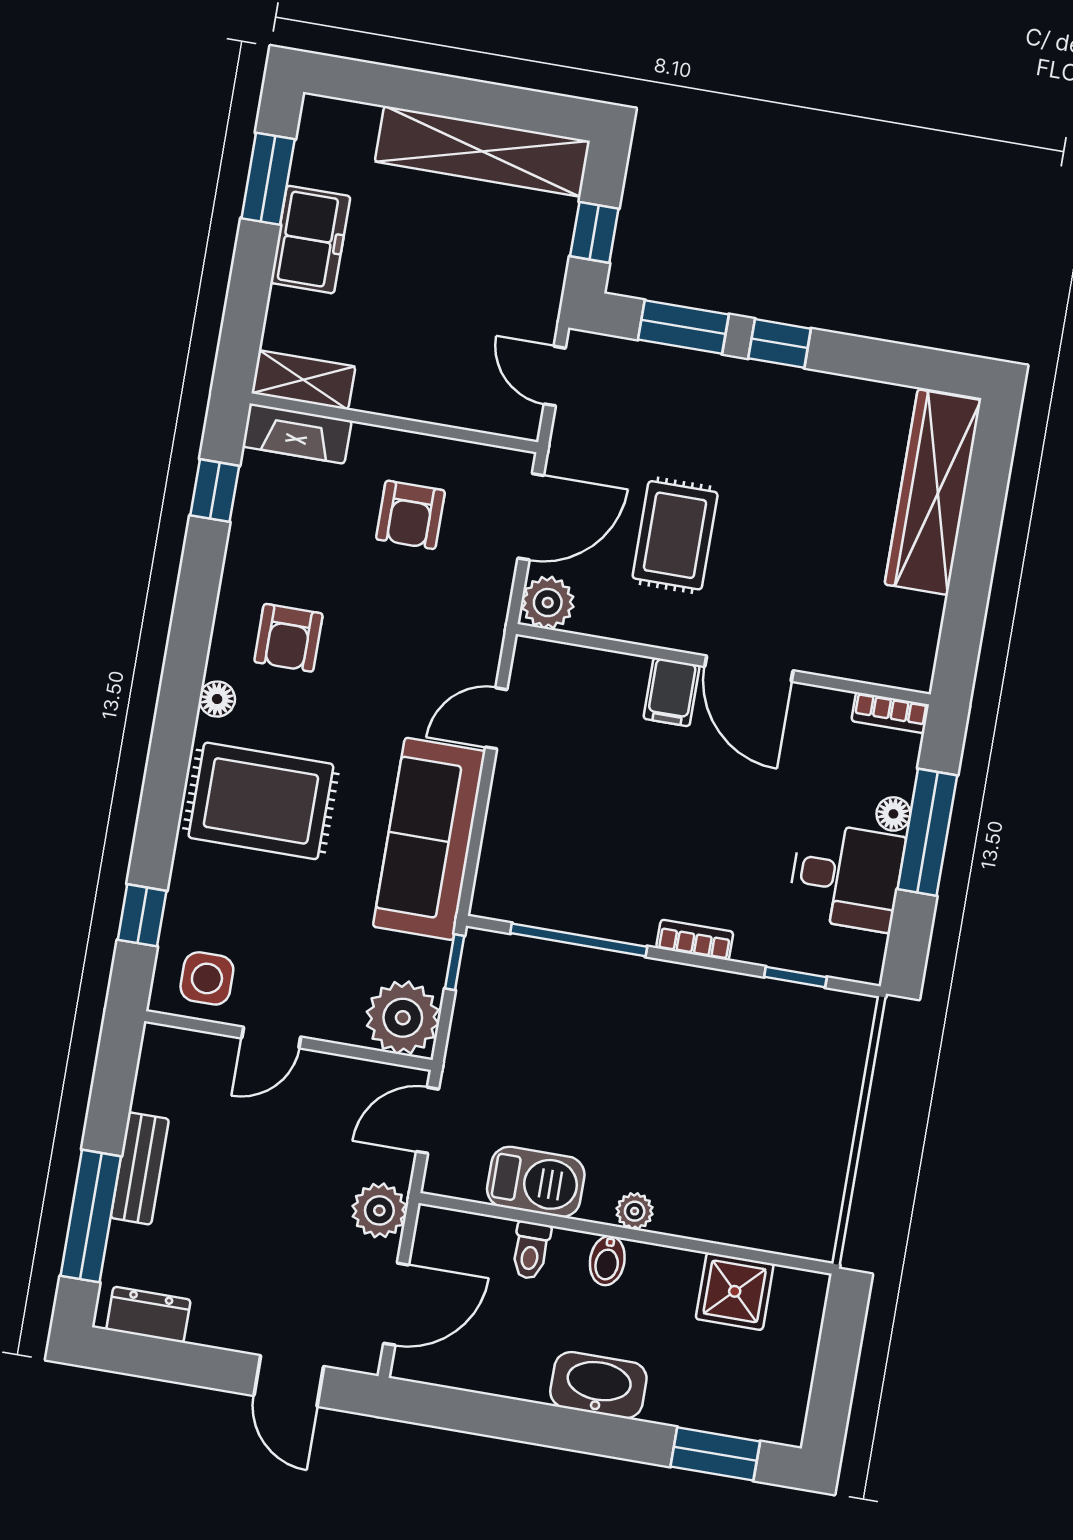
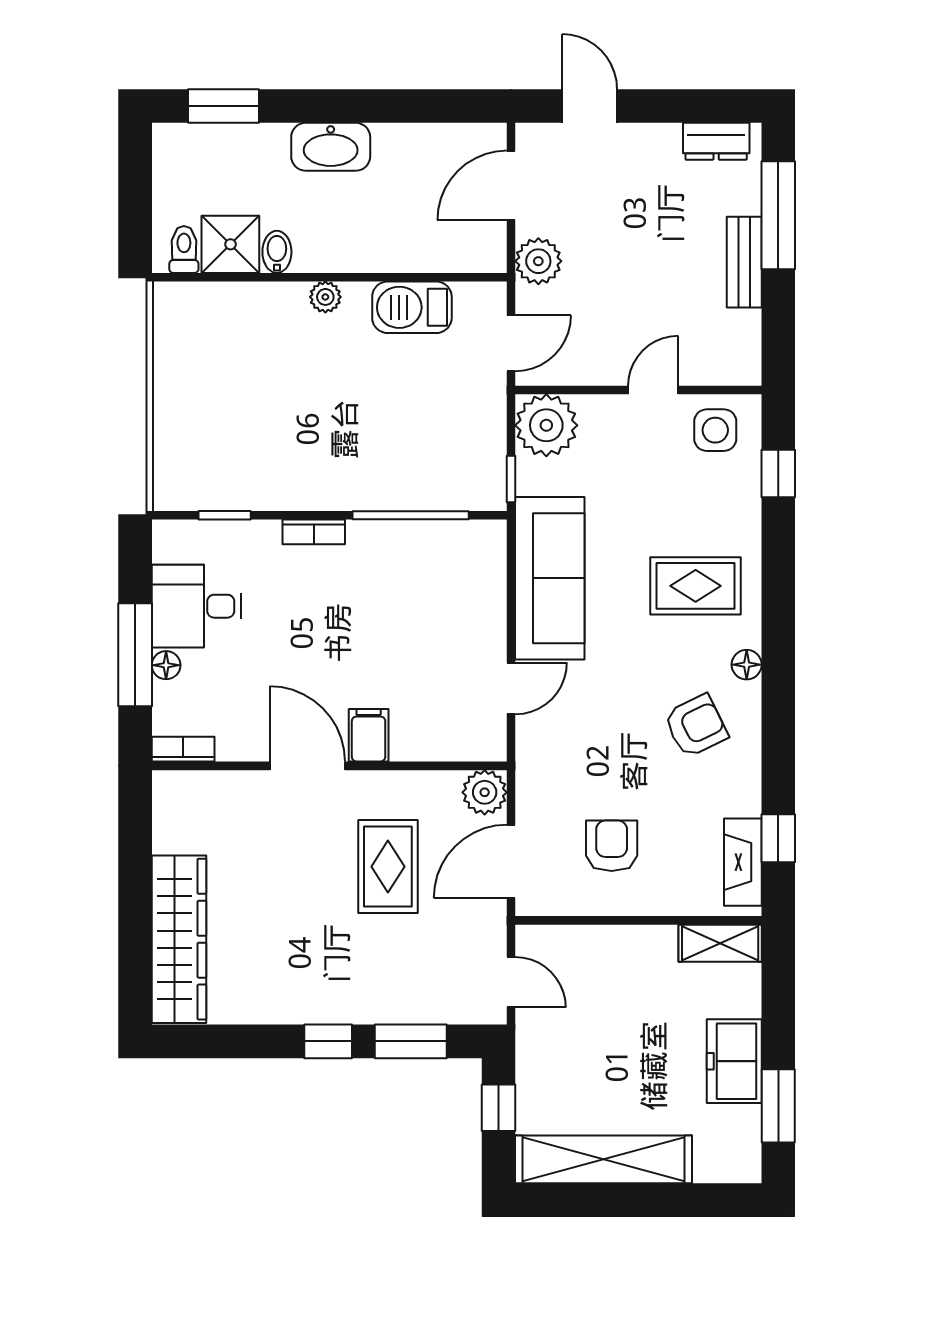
fireplace: (297, 434) -> (743, 862), moved, turned -90
armchair: (288, 638) -> (696, 726), turned 64
rug: (261, 801) -> (696, 586), width x0.73, depth x0.70
toilet: (531, 1250) -> (184, 249), moved
bidet: (607, 1261) -> (277, 252), moved

